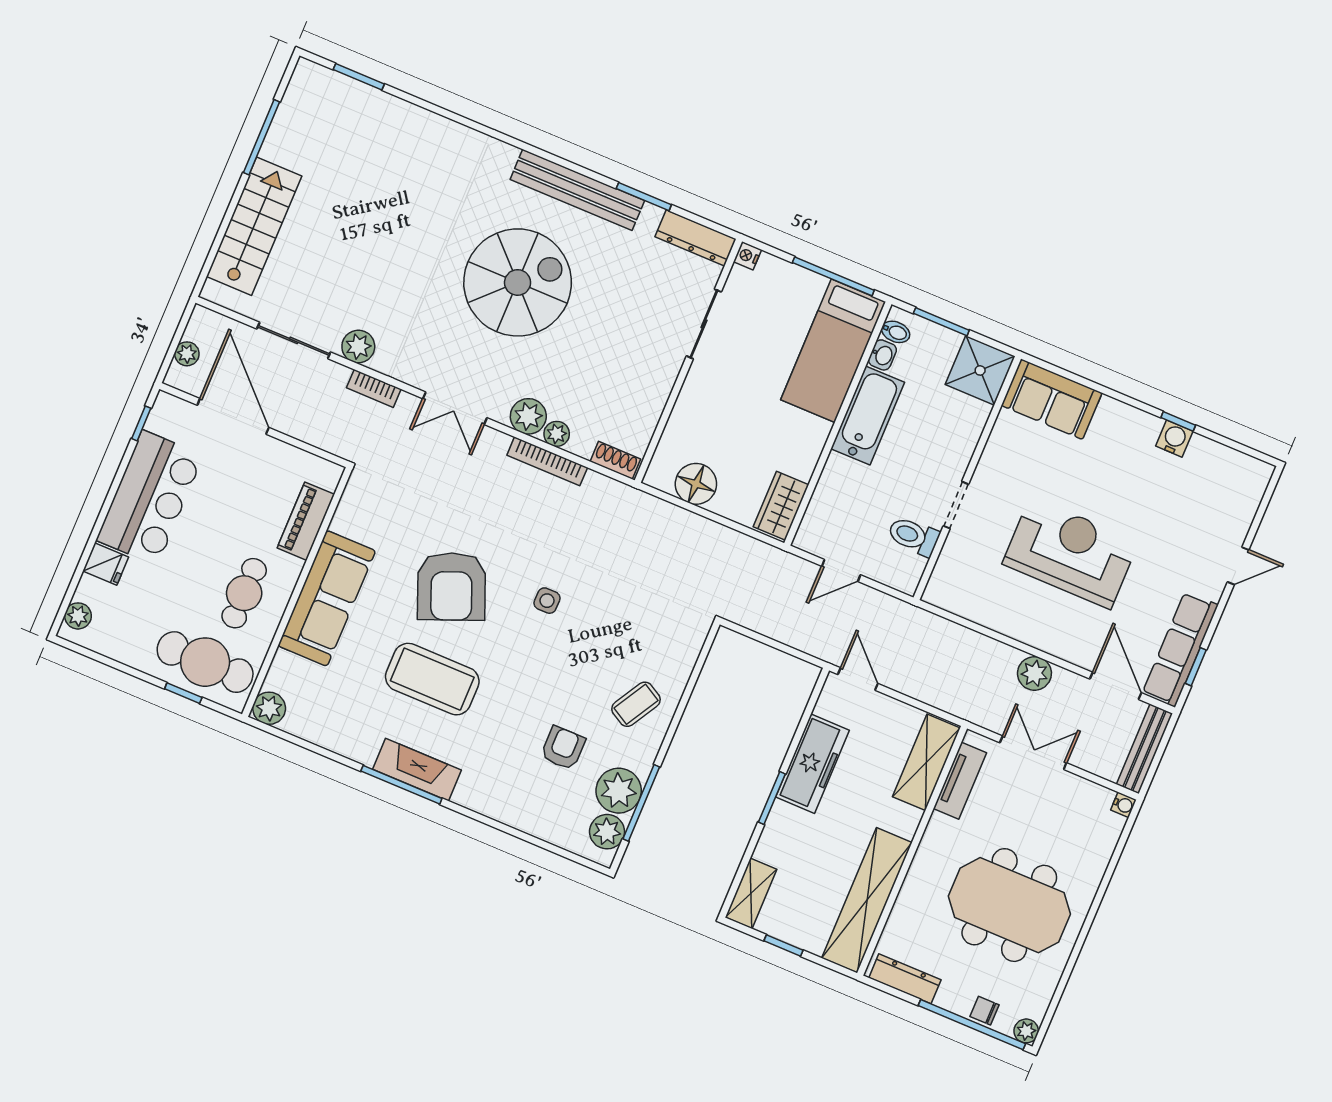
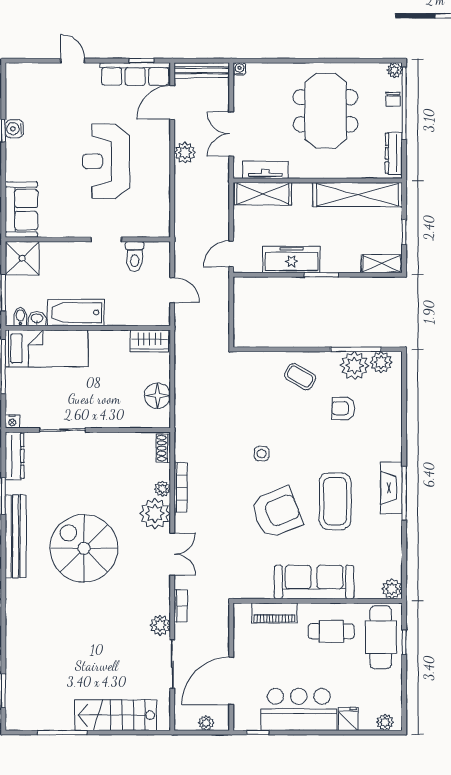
plant: (528, 416) -> (155, 514), width x1.36, depth x1.36

